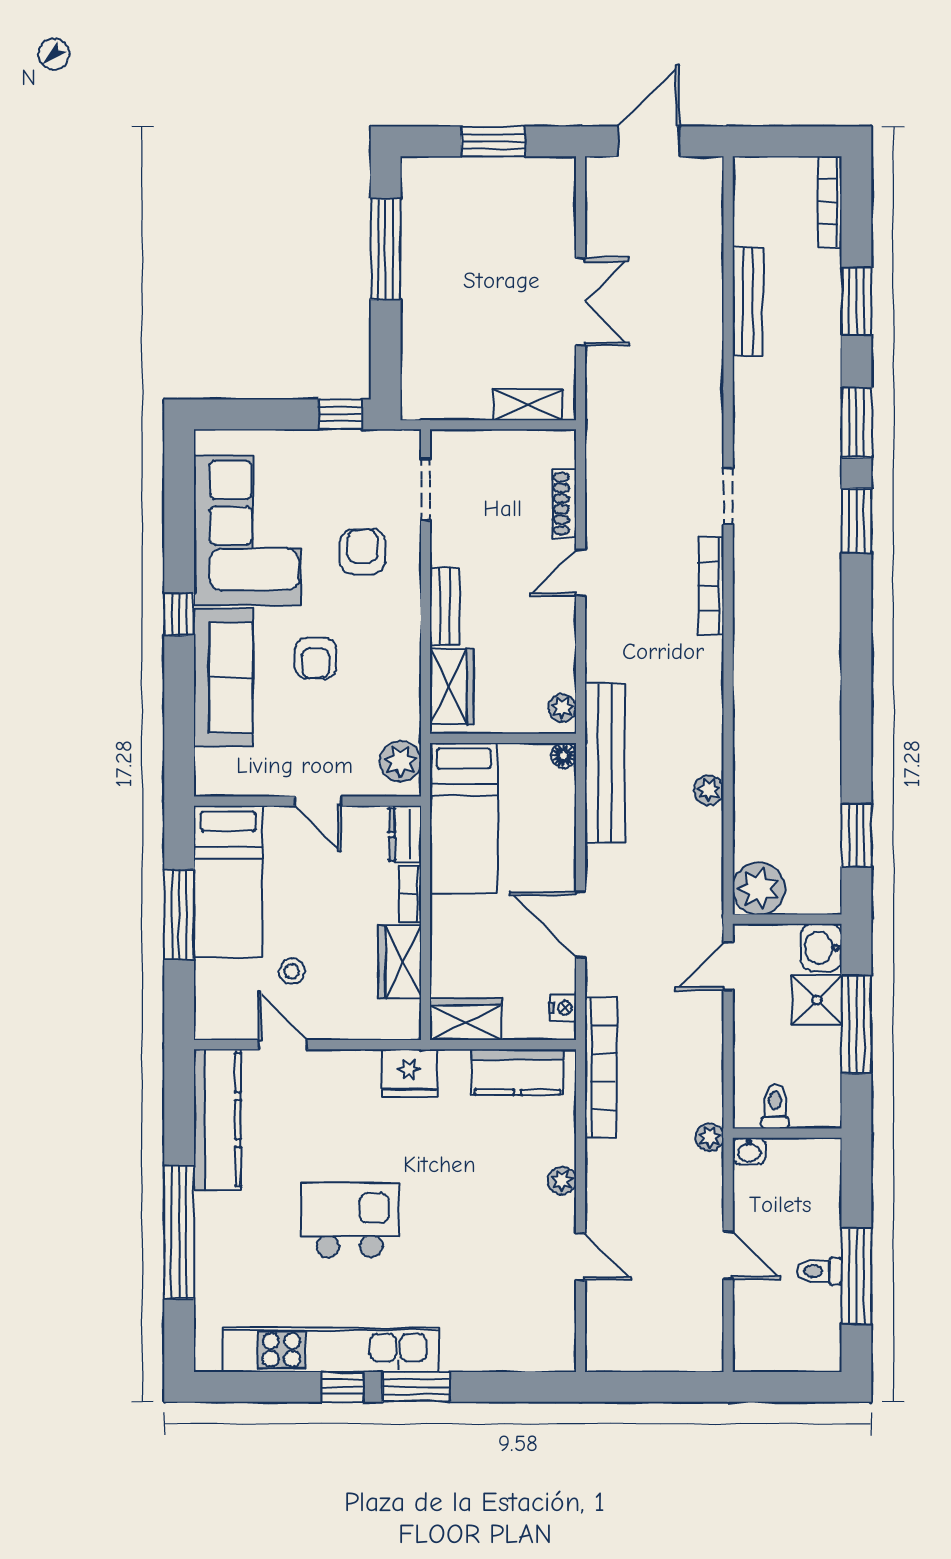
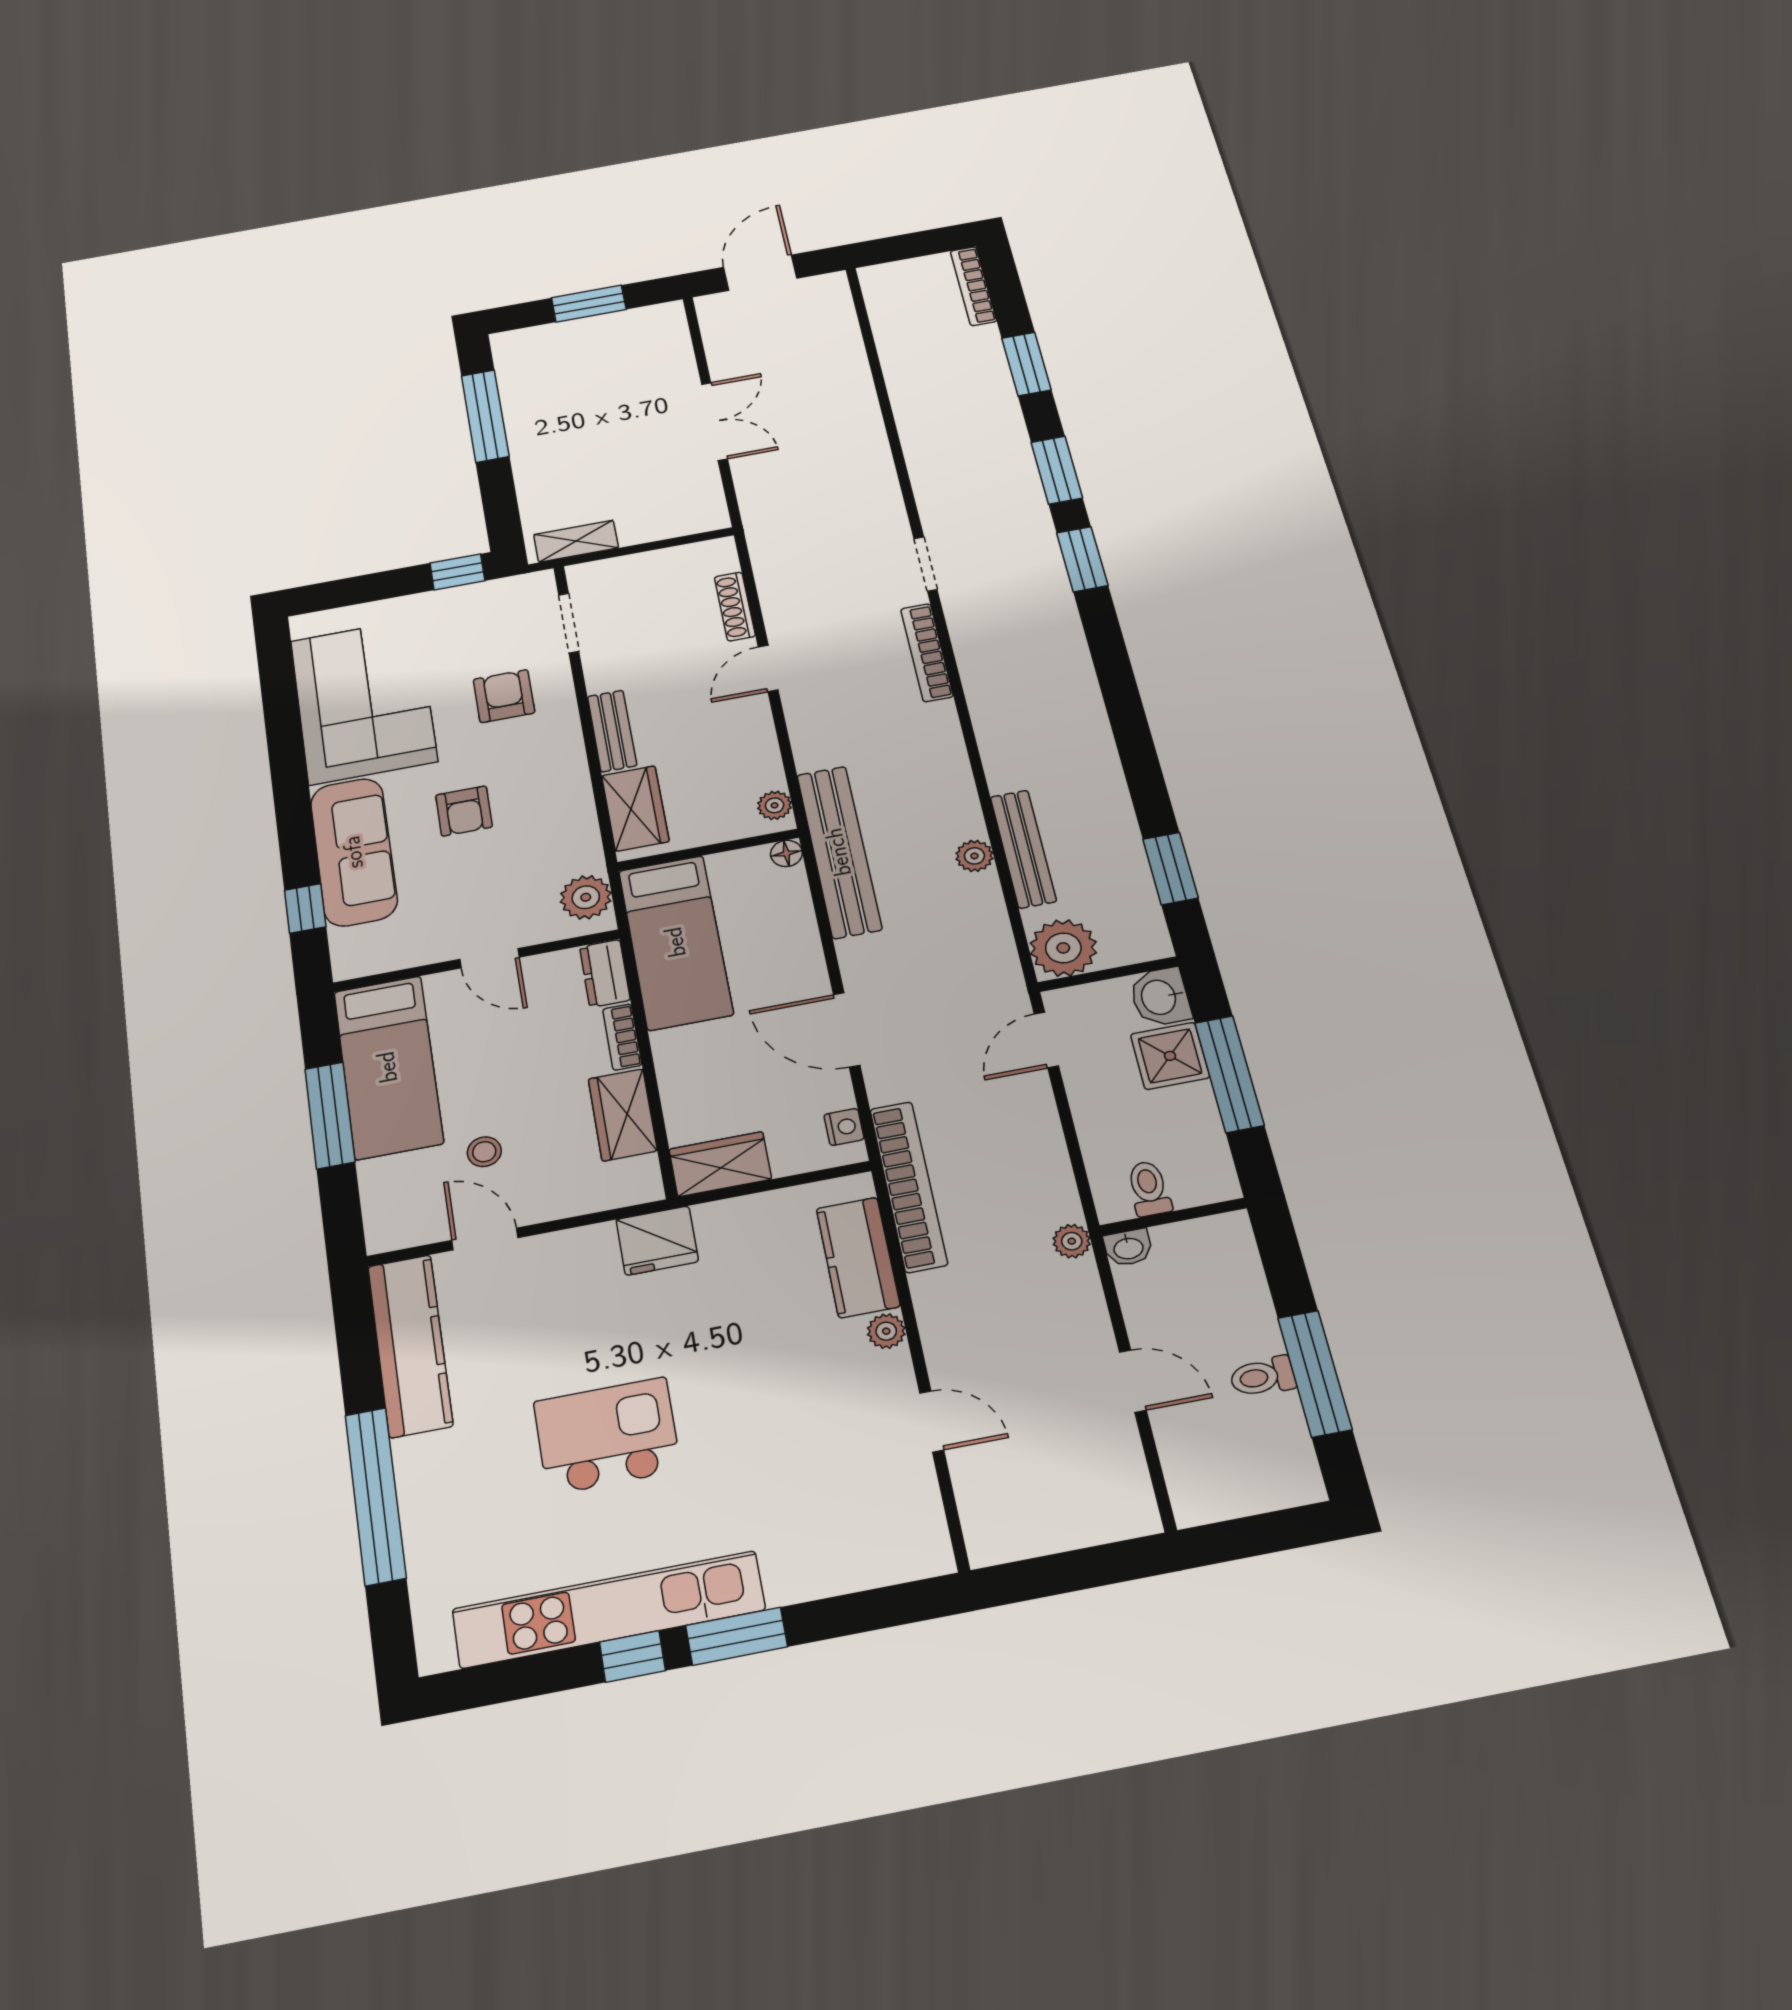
bench: (748, 302) -> (1023, 849), moved
shelving: (528, 405) -> (576, 541), moved
window: (179, 614) -> (305, 908), moved
kitchen counter: (517, 1072) -> (858, 1257), moved, turned 90

